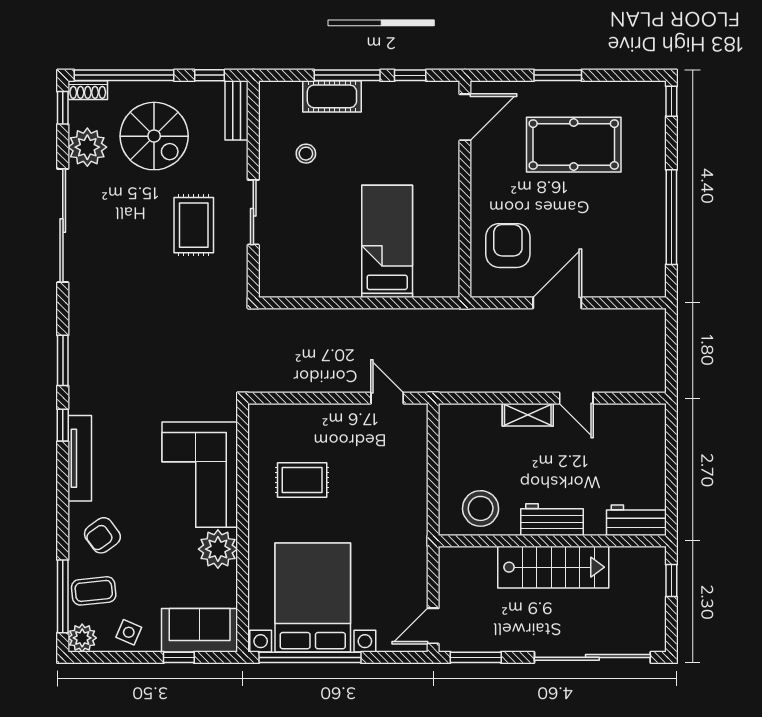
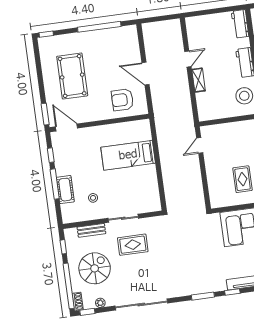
window: (558, 75) -> (45, 114), moved
bench: (237, 110) -> (91, 230), moved
plant: (87, 147) -> (100, 303), width x0.53, depth x0.53

